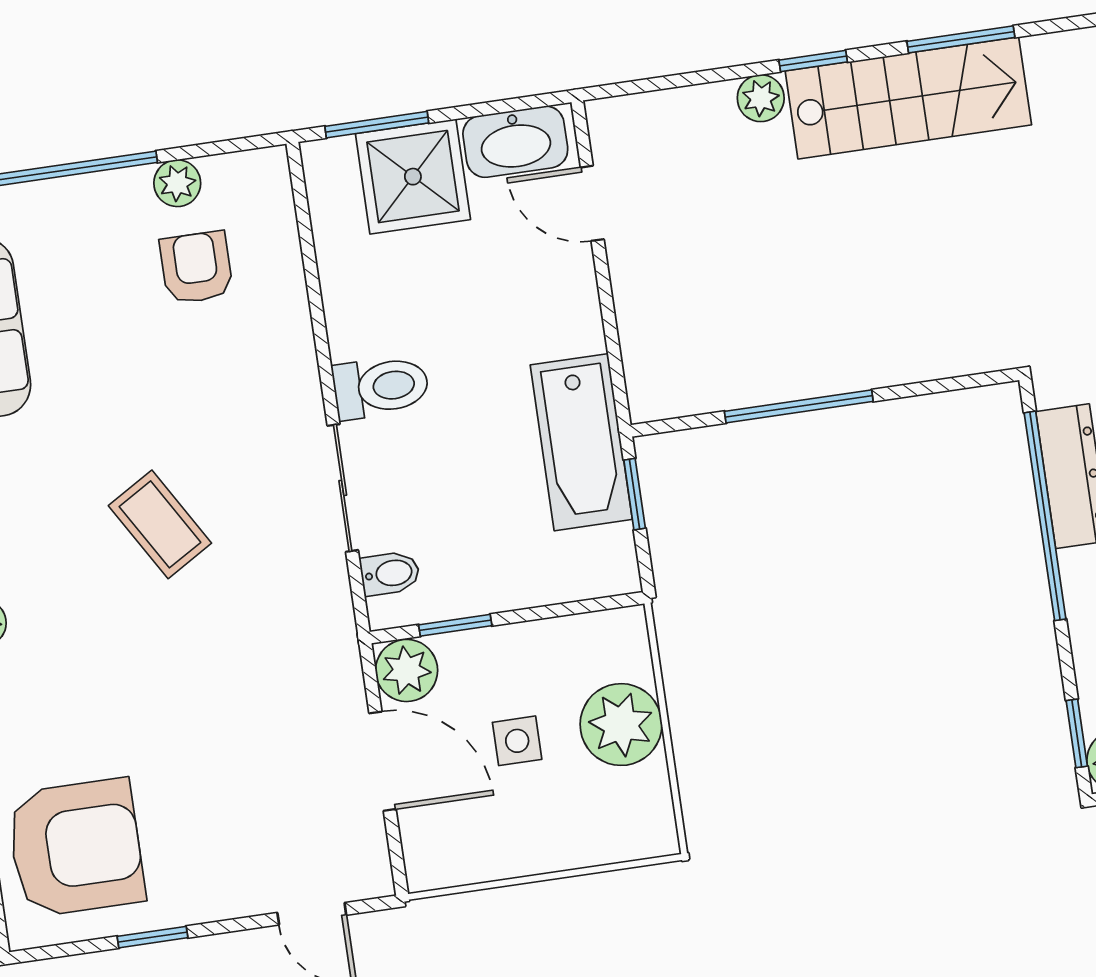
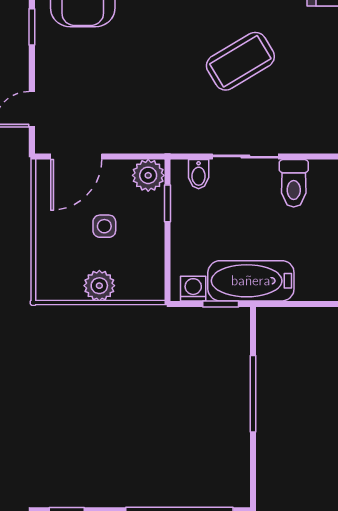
coffee table: (160, 524) -> (240, 61), width x1.36, depth x1.30
washing machine: (613, 552) -> (193, 289), added
plant: (621, 725) -> (99, 286), width x0.73, depth x0.73
door: (383, 761) -> (76, 157), moved

